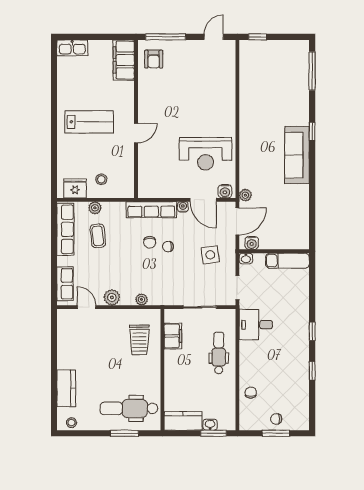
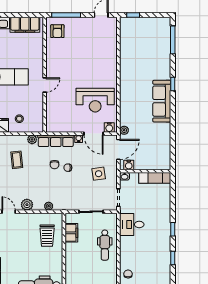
filing cabinet: (124, 60) -> (25, 25), moved, turned -90
plant: (95, 208) -> (32, 139), moved
dental chair: (219, 353) -> (105, 245), turned 180

